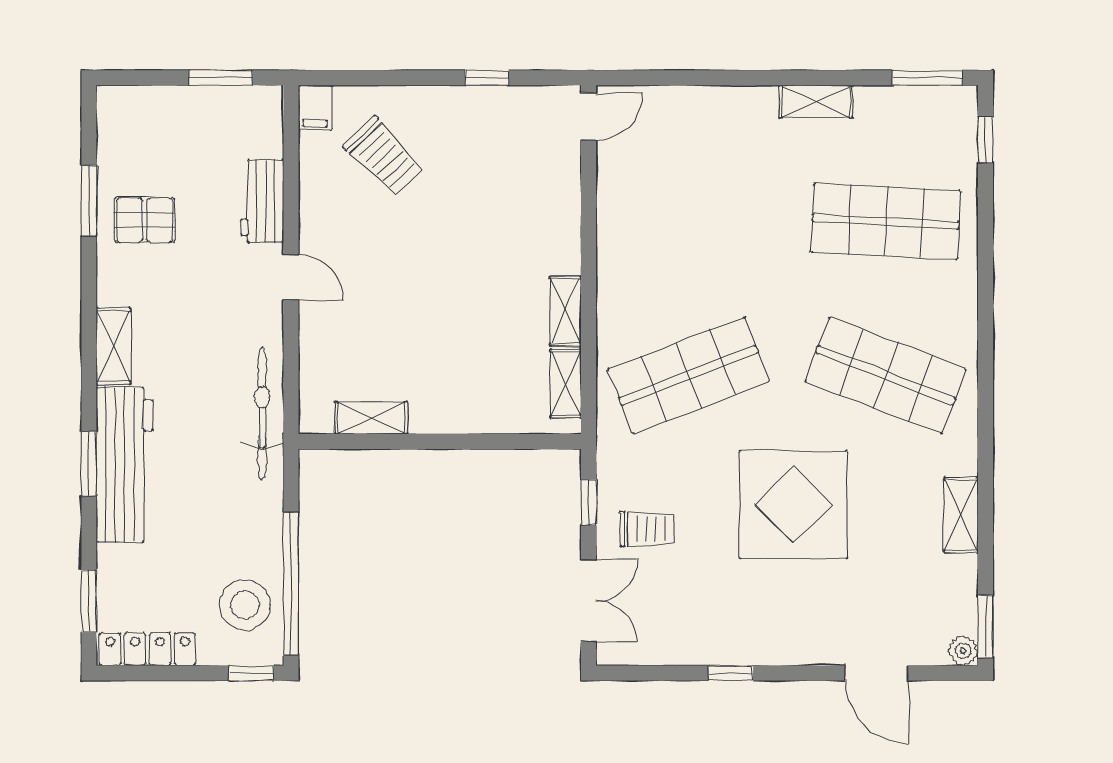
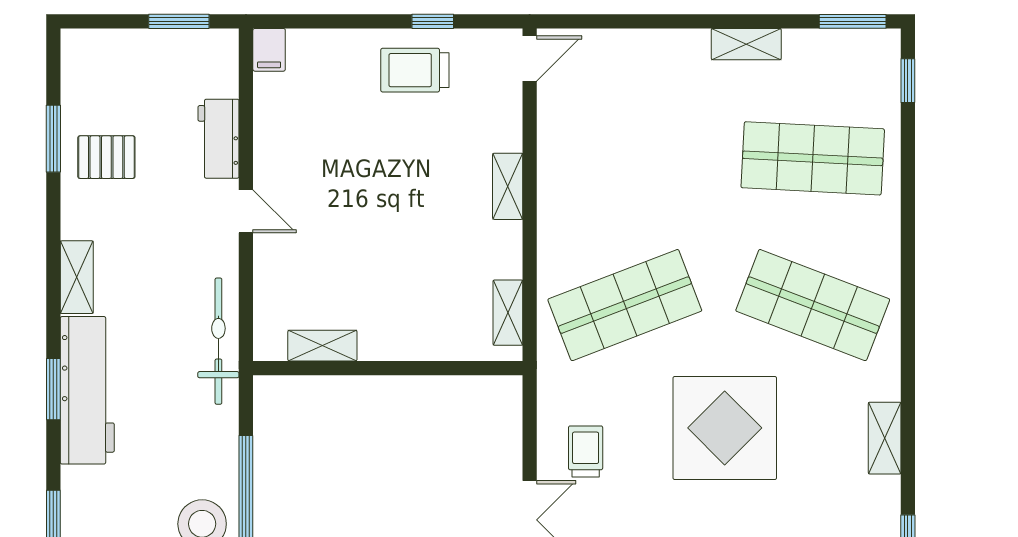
trolley: (383, 156) -> (415, 70), moved, turned 134
shelving: (566, 311) -> (508, 186), moved
window: (589, 502) -> (530, 426), removed
trolley: (647, 529) -> (586, 451), turned -90

